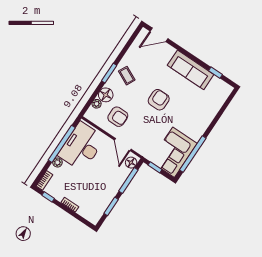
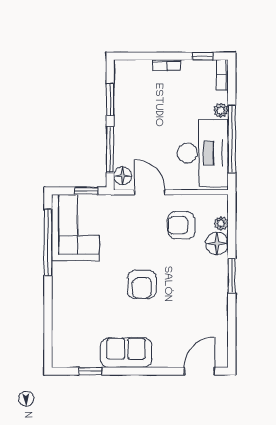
sofa: (191, 70) -> (126, 353), width x0.73
coffee table: (127, 76) -> (206, 288), removed

